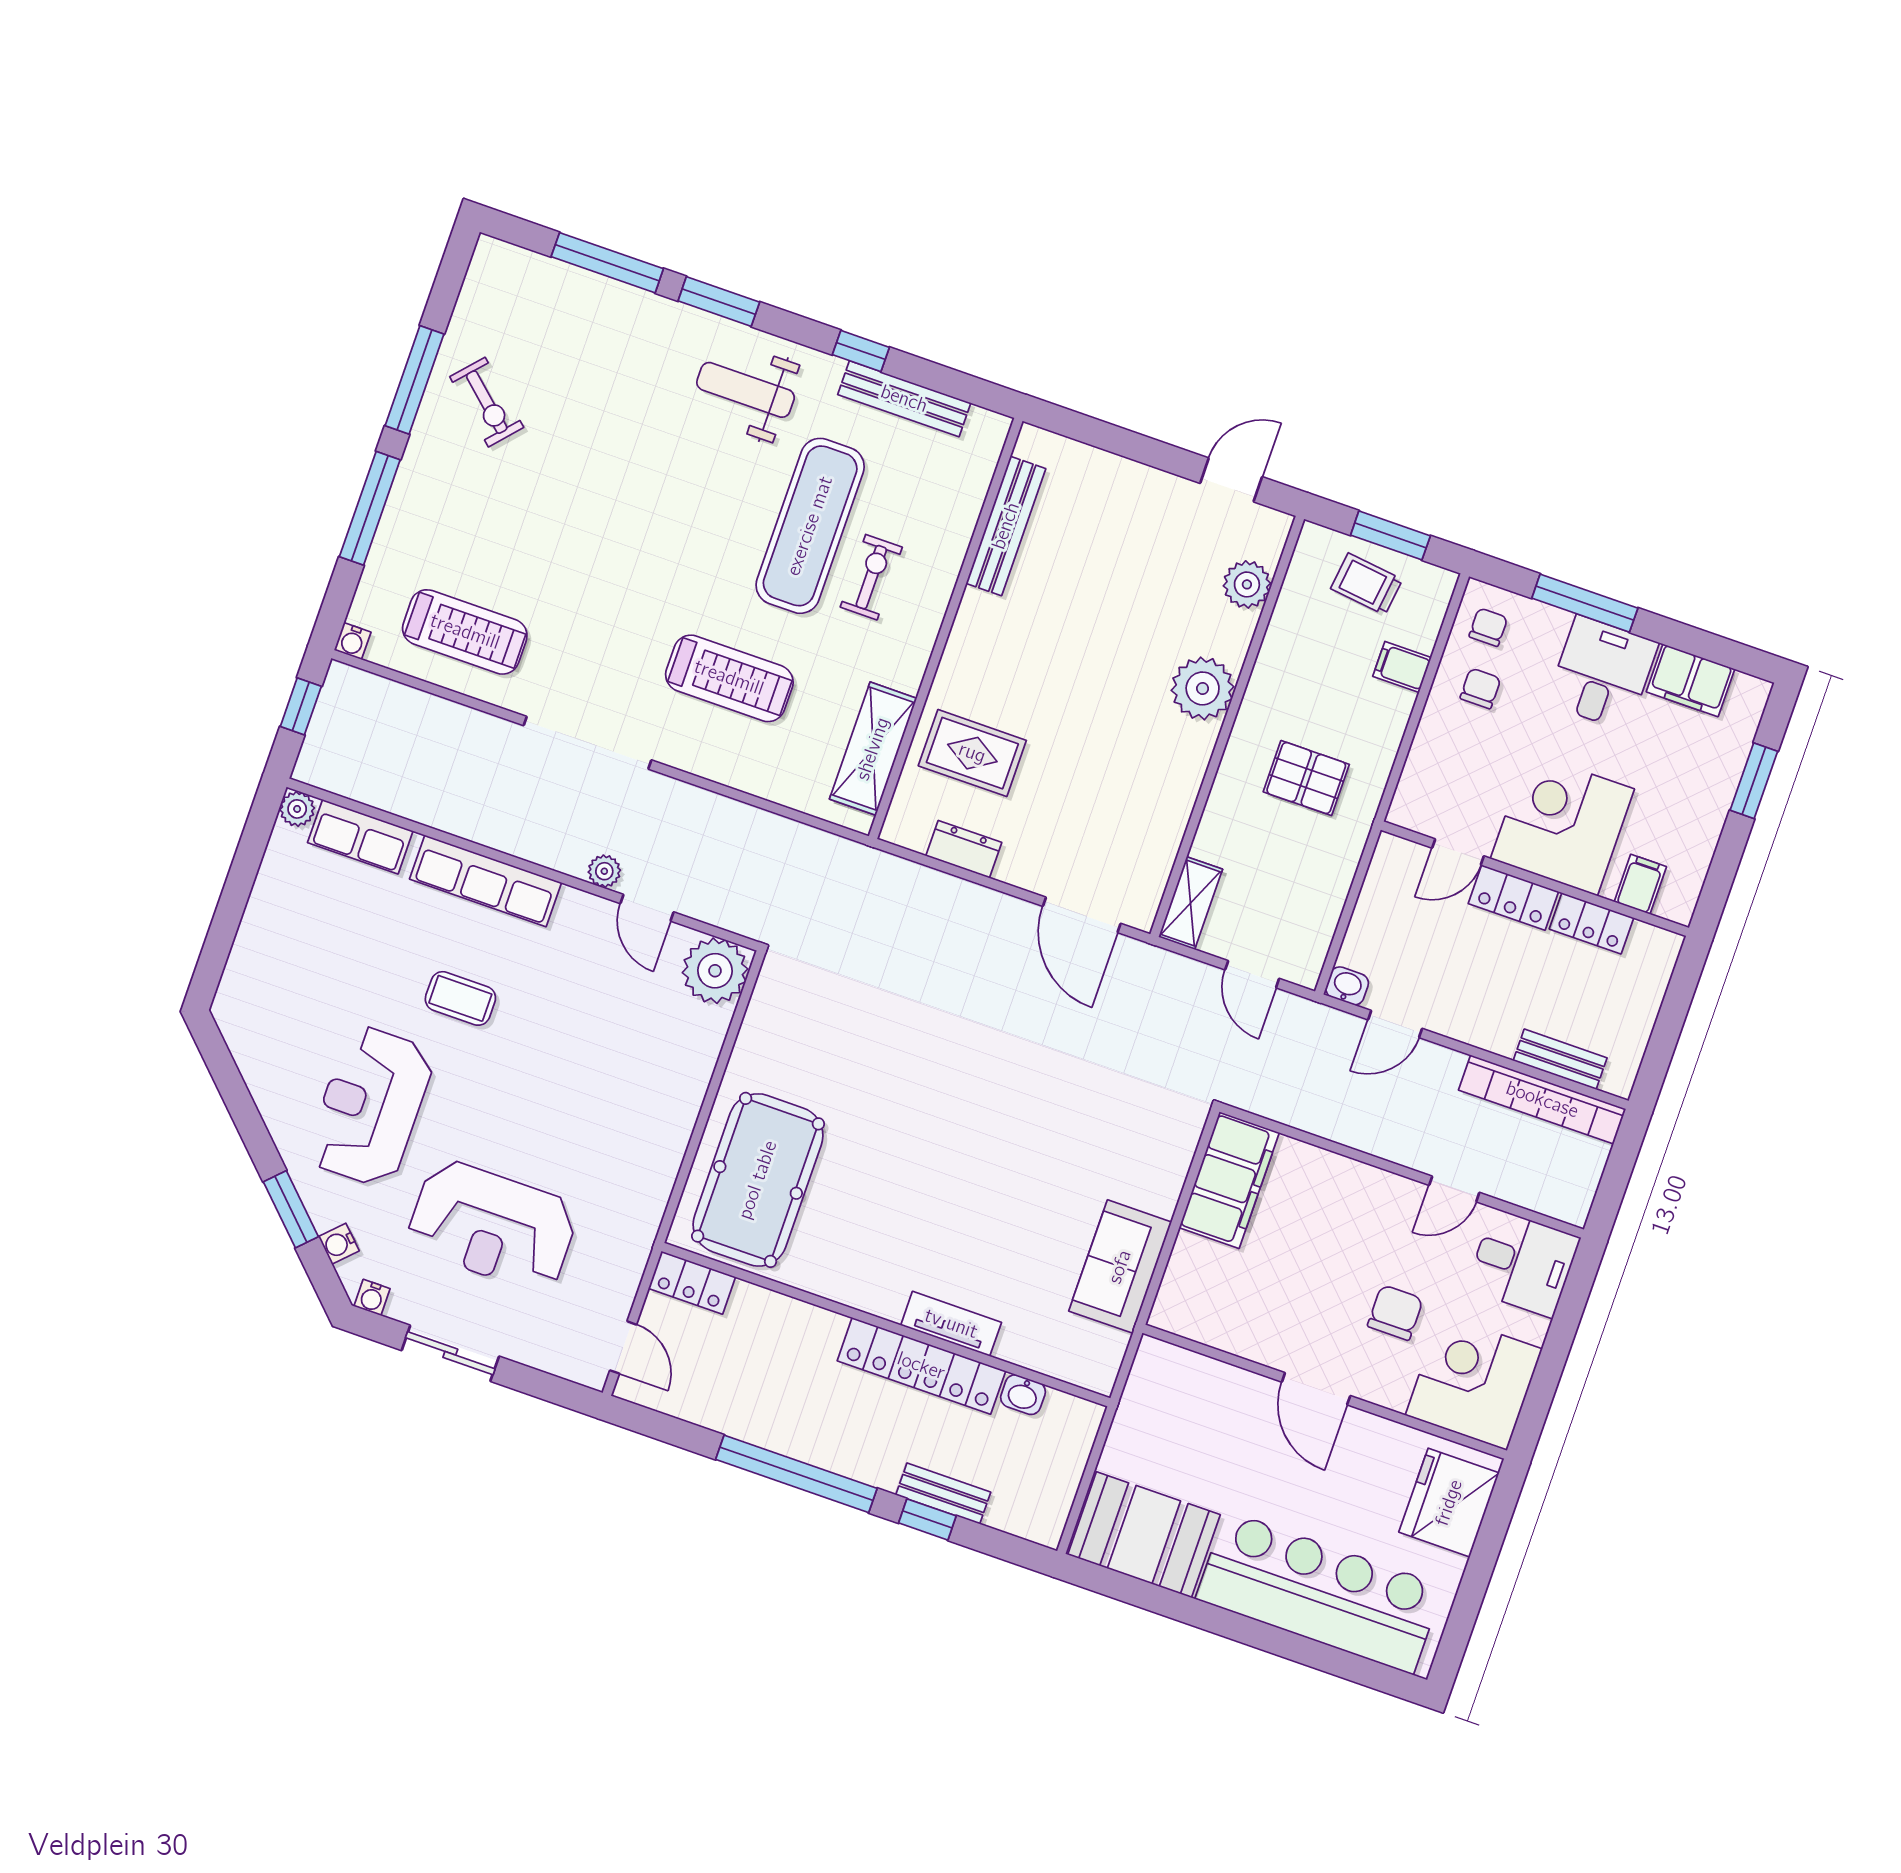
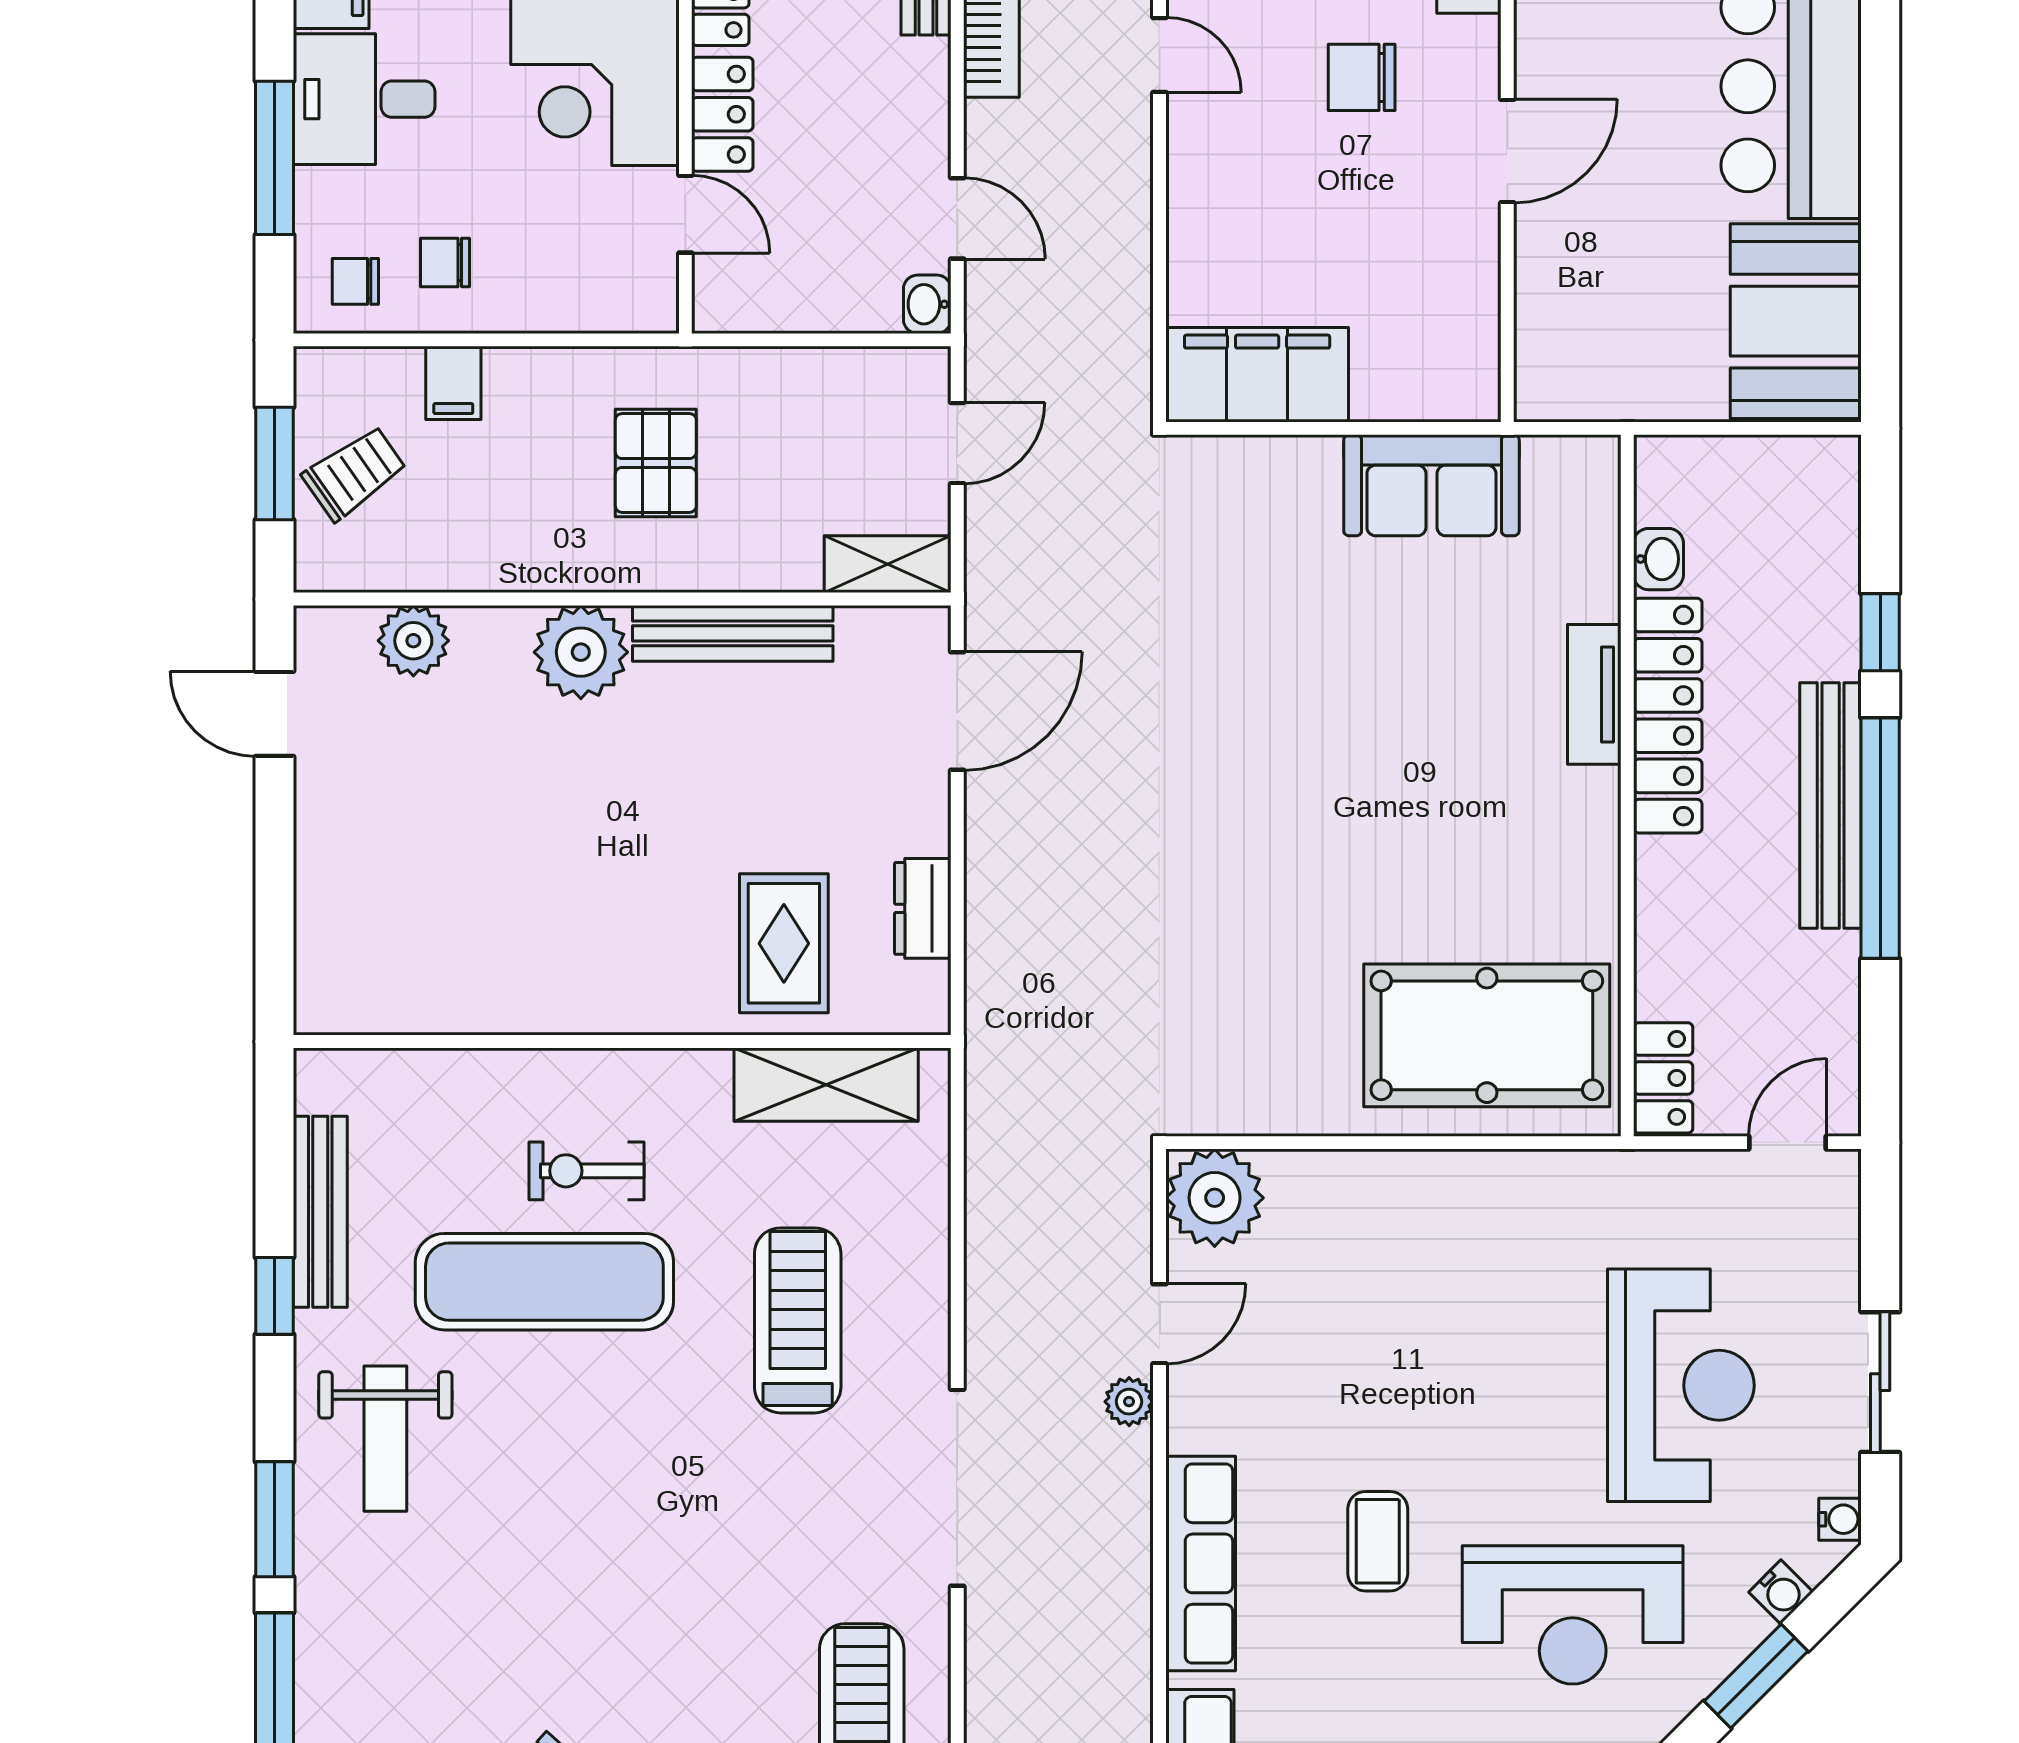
bench: (1006, 526) -> (733, 633), moved
trolley: (1367, 584) -> (354, 473), turned -132
bench: (943, 1493) -> (1831, 805), moved, width x1.86, depth x1.21

